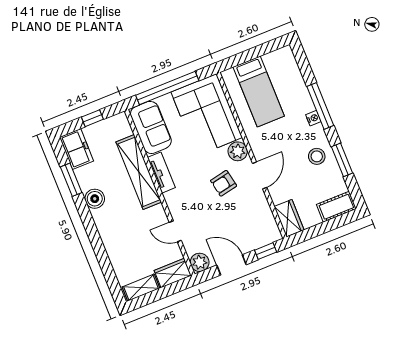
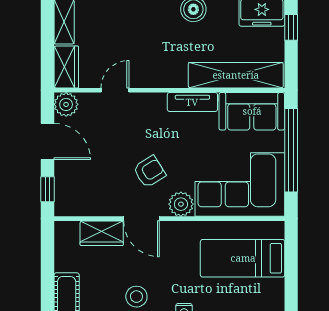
window: (92, 118) -> (291, 27), moved
shelving: (139, 172) -> (236, 75), moved
armchair: (224, 183) -> (149, 172), turned 69
wardrobe: (289, 218) -> (102, 233), moved
door: (231, 265) -> (47, 141), hinge flipped

